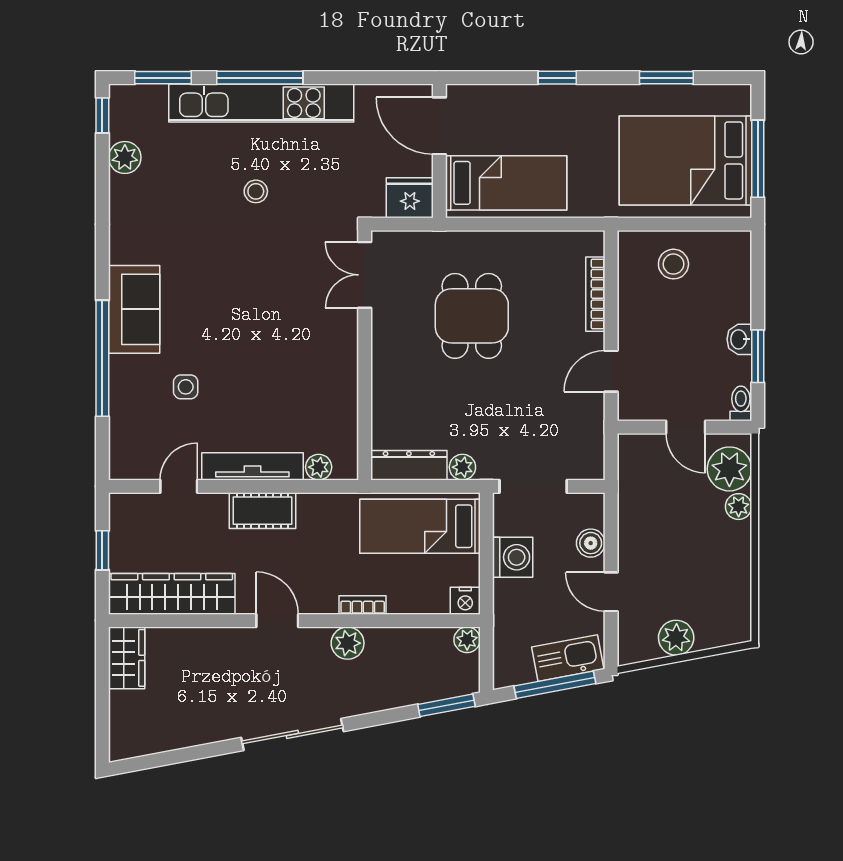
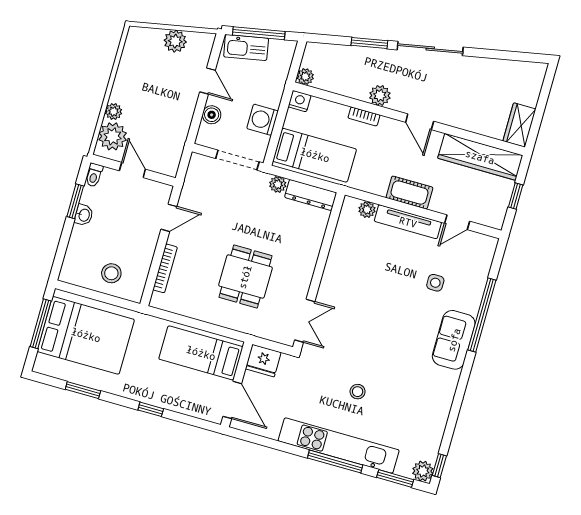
plant: (125, 157) -> (423, 471), moved
window: (446, 705) -> (369, 43), moved

